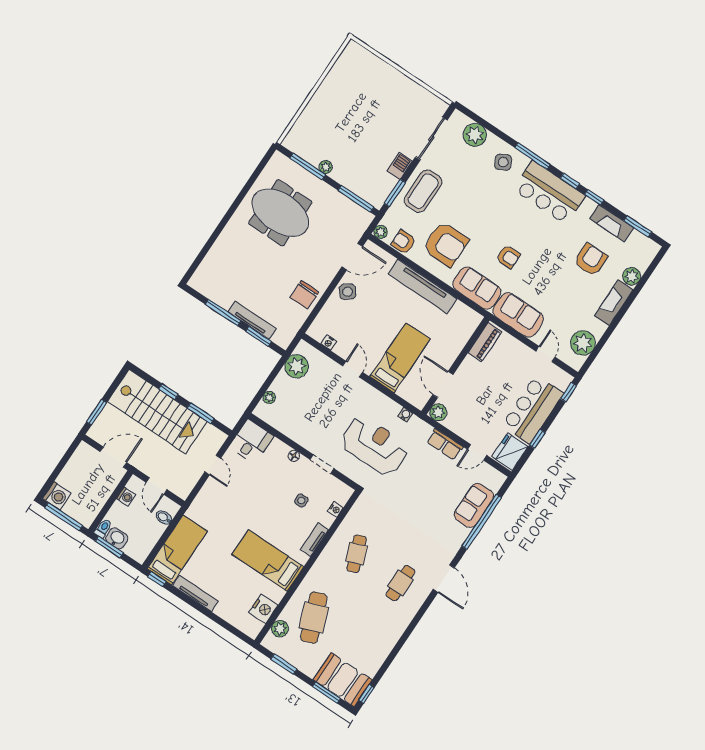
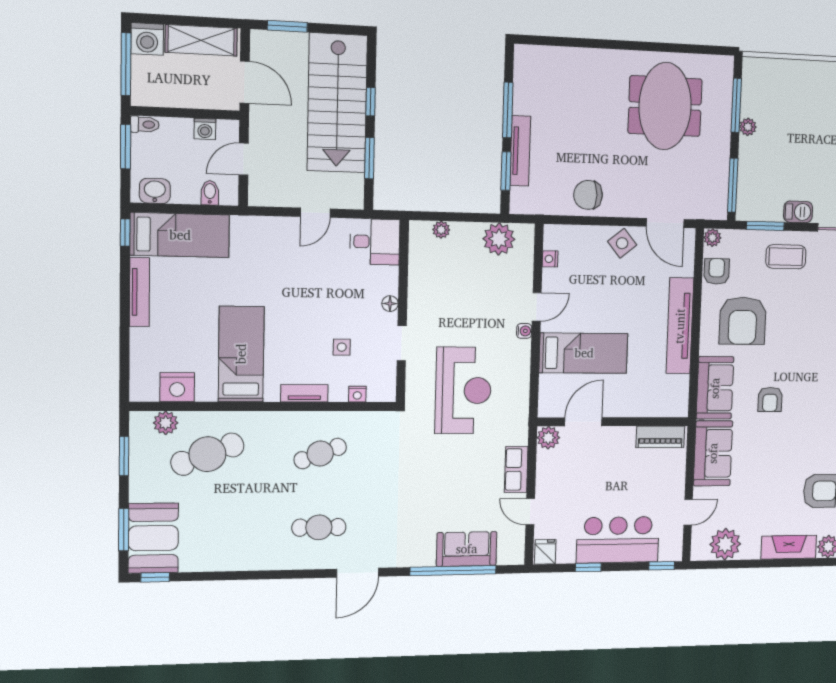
coffee table: (423, 191) -> (786, 257), width x0.73, depth x0.76
water cooler: (405, 415) -> (524, 331), moved
fridge: (510, 452) -> (545, 552), width x0.53, depth x0.75
shelving: (75, 466) -> (201, 40), added
washbasin: (117, 538) -> (155, 191), moved, turned -90

